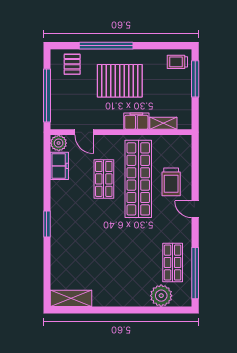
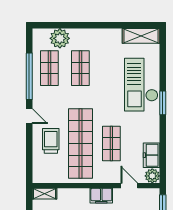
filing cabinet: (136, 121) -> (101, 196), moved
shelving: (163, 123) -> (45, 194), moved
checkout: (71, 244) -> (141, 85), added
shop shelf: (138, 263) -> (80, 68), added
window: (195, 273) -> (29, 76), moved

